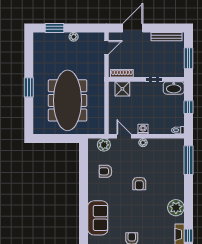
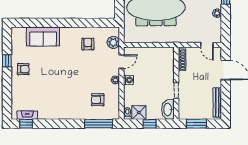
shower: (122, 89) -> (139, 113), moved
armchair: (139, 183) -> (98, 100), moved
plant: (176, 208) -> (53, 112), removed

